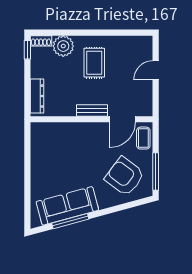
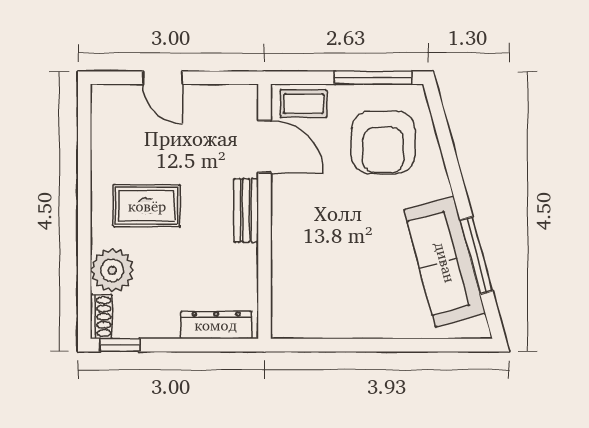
armchair: (125, 176) -> (383, 142), turned -37

